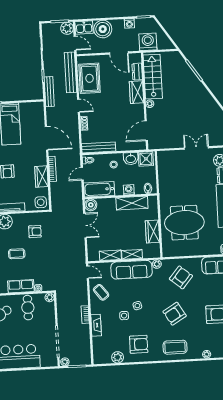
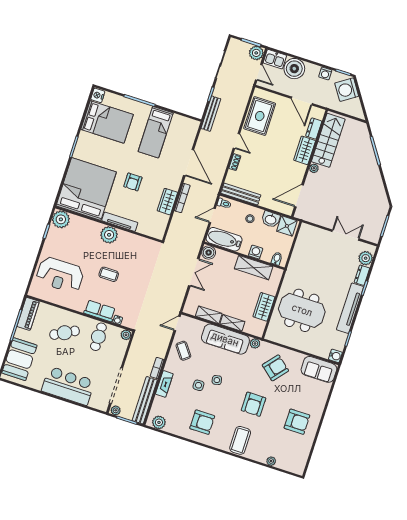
washing machine: (148, 42) -> (347, 90), moved, turned -124
bench: (71, 72) -> (145, 400), moved
side table: (41, 202) -> (156, 229), removed
armchair: (35, 232) -> (138, 258), removed
door: (87, 272) -> (177, 323), swing flipped
armchair: (175, 314) -> (254, 404), turned -59
coffee table: (175, 347) -> (240, 440), turned 90
plant: (118, 357) -> (159, 422), moved

